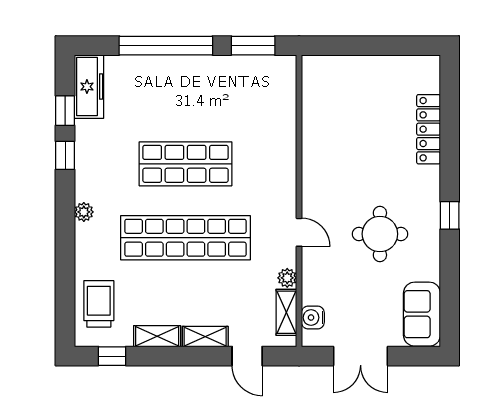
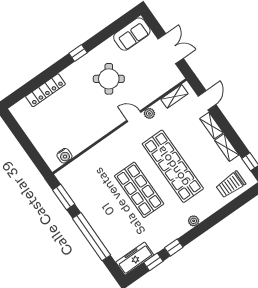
door: (299, 232) -> (134, 116), hinge flipped
round table: (380, 234) -> (109, 79), turned 35
plant: (287, 278) -> (149, 113), moved
water cooler: (313, 318) -> (64, 156), moved

